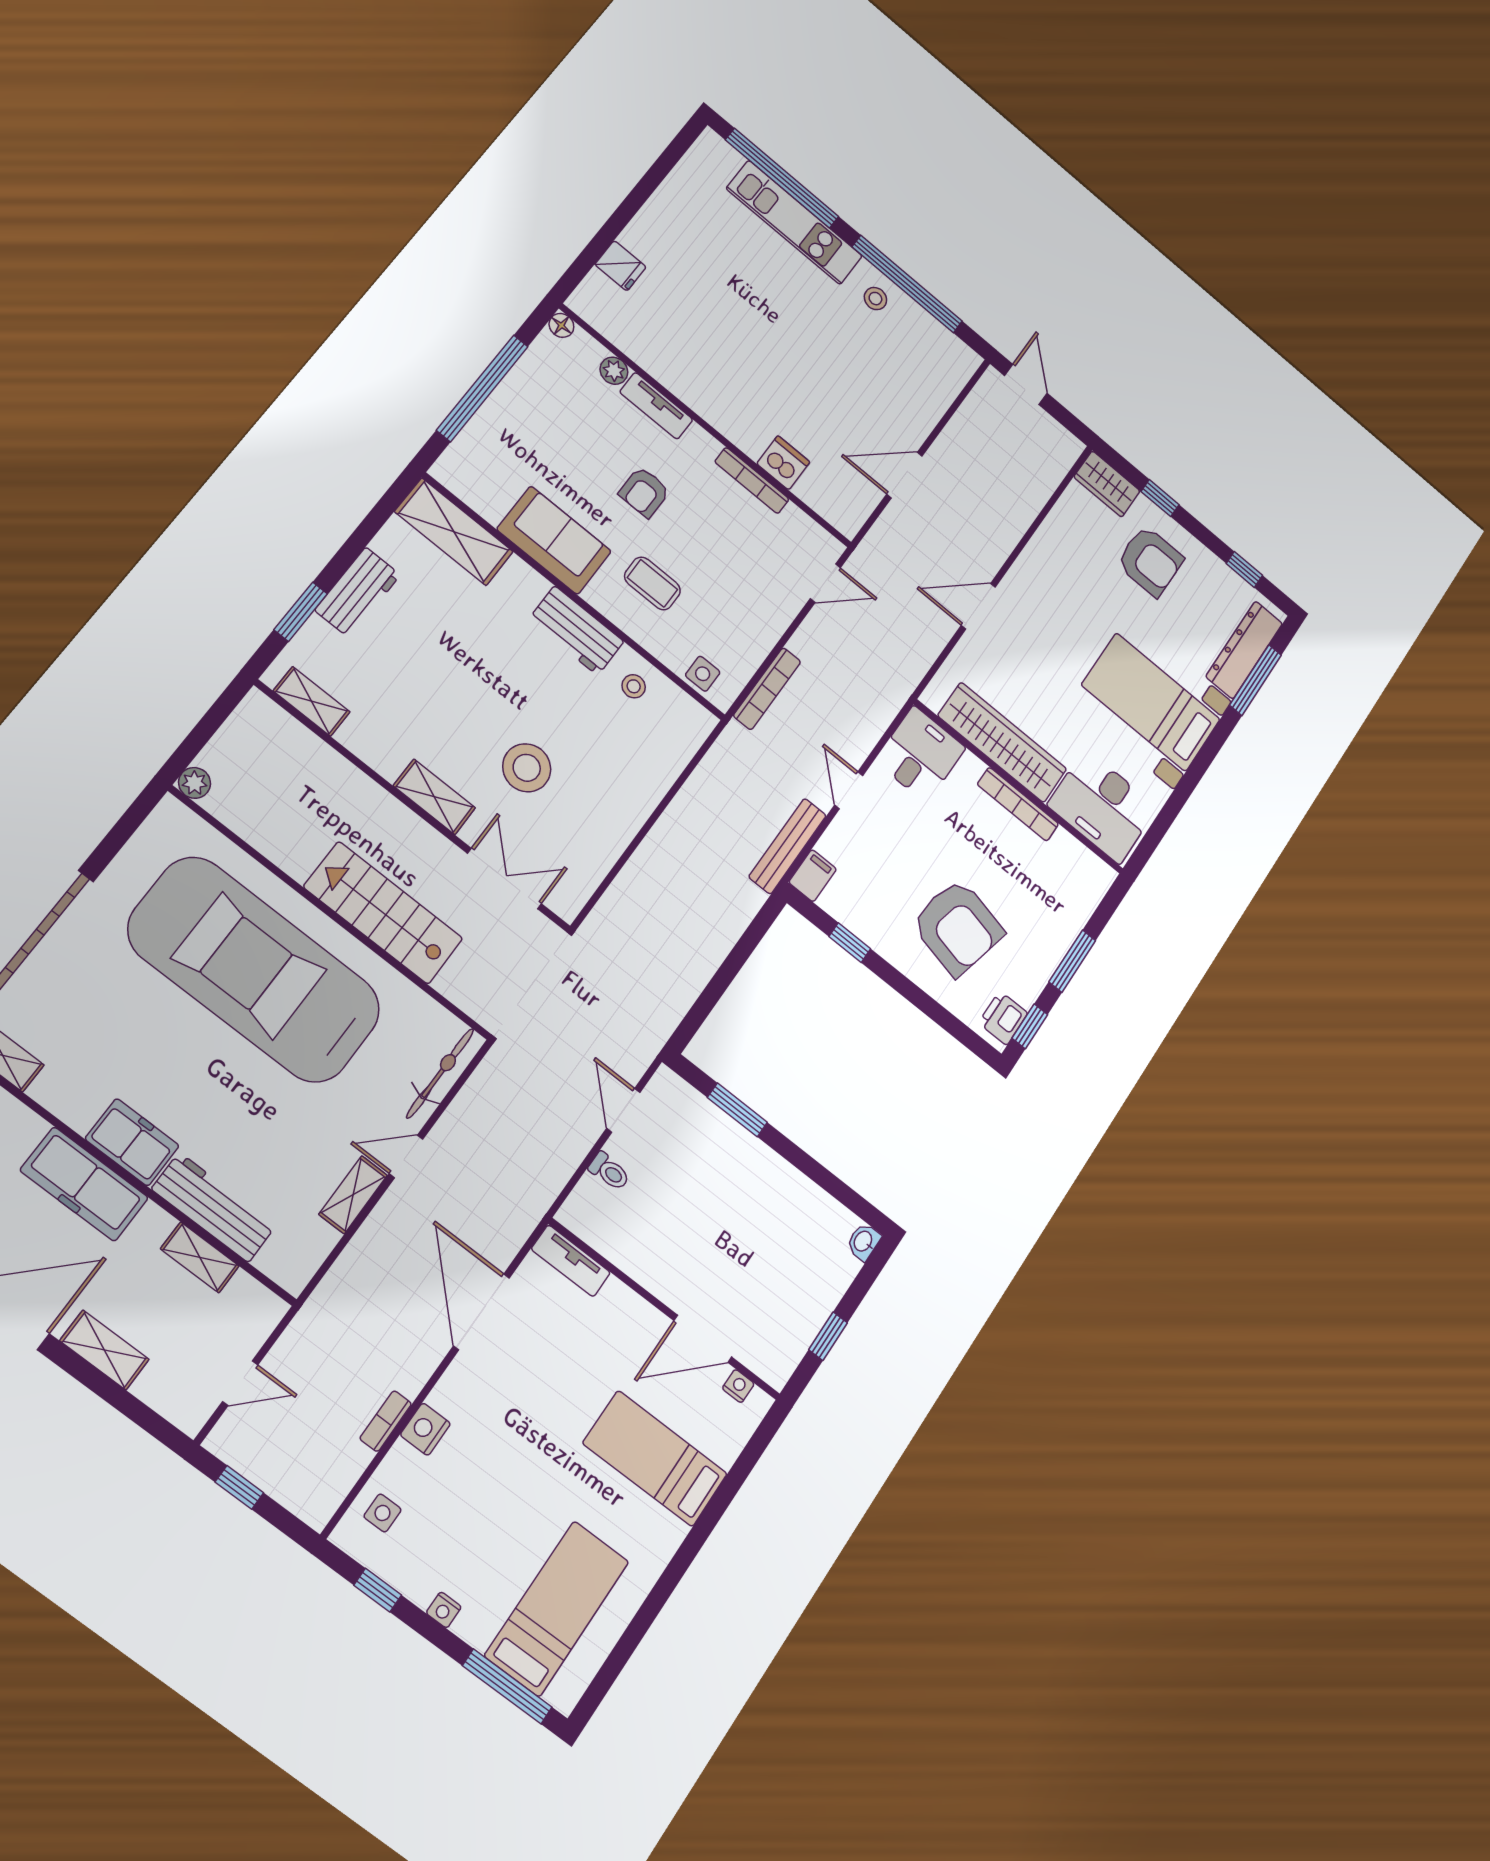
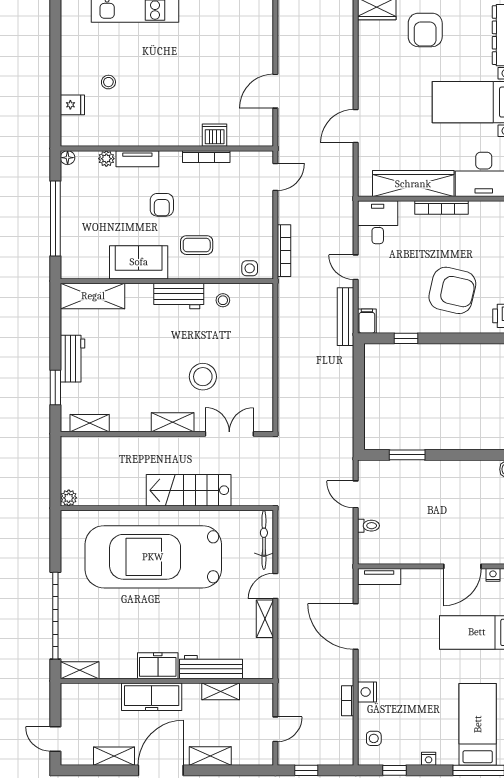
stool: (875, 299) -> (108, 82), moved
armchair: (1150, 561) -> (425, 30), turned 90

